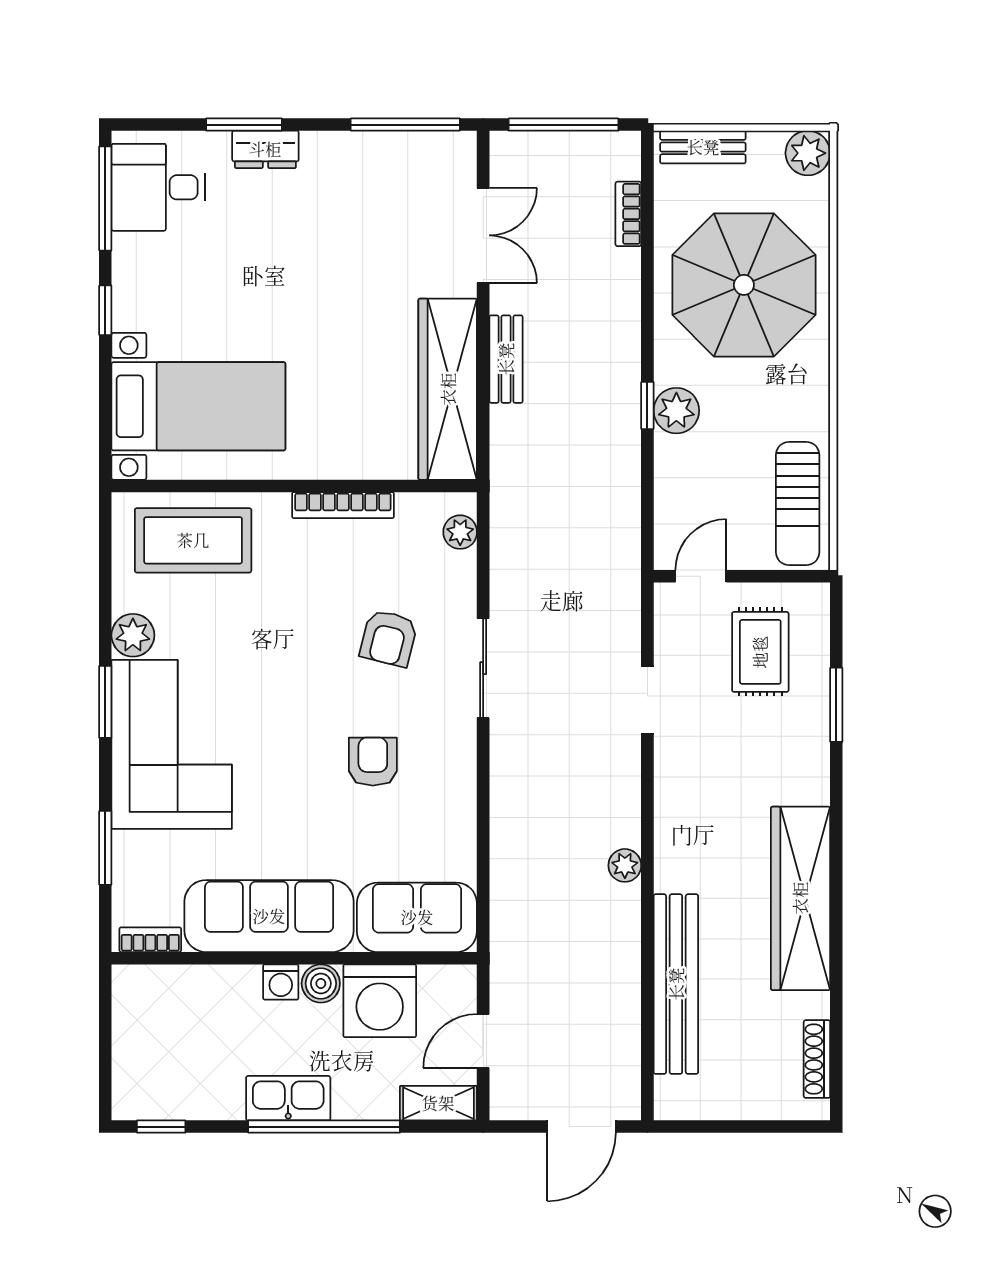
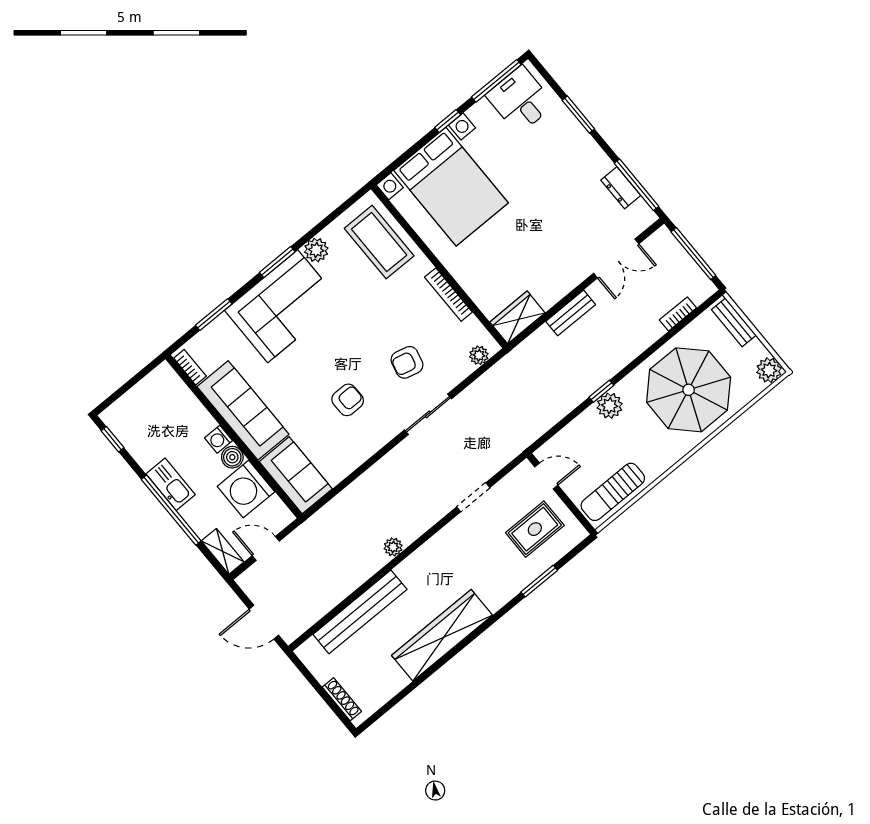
dresser: (265, 149) -> (621, 188), moved
wardrobe: (448, 389) -> (517, 317), width x0.48, depth x0.85
bed with nightstands: (198, 406) -> (451, 187), width x1.36
shoe rack: (817, 1059) -> (342, 699), moved, turned 90

